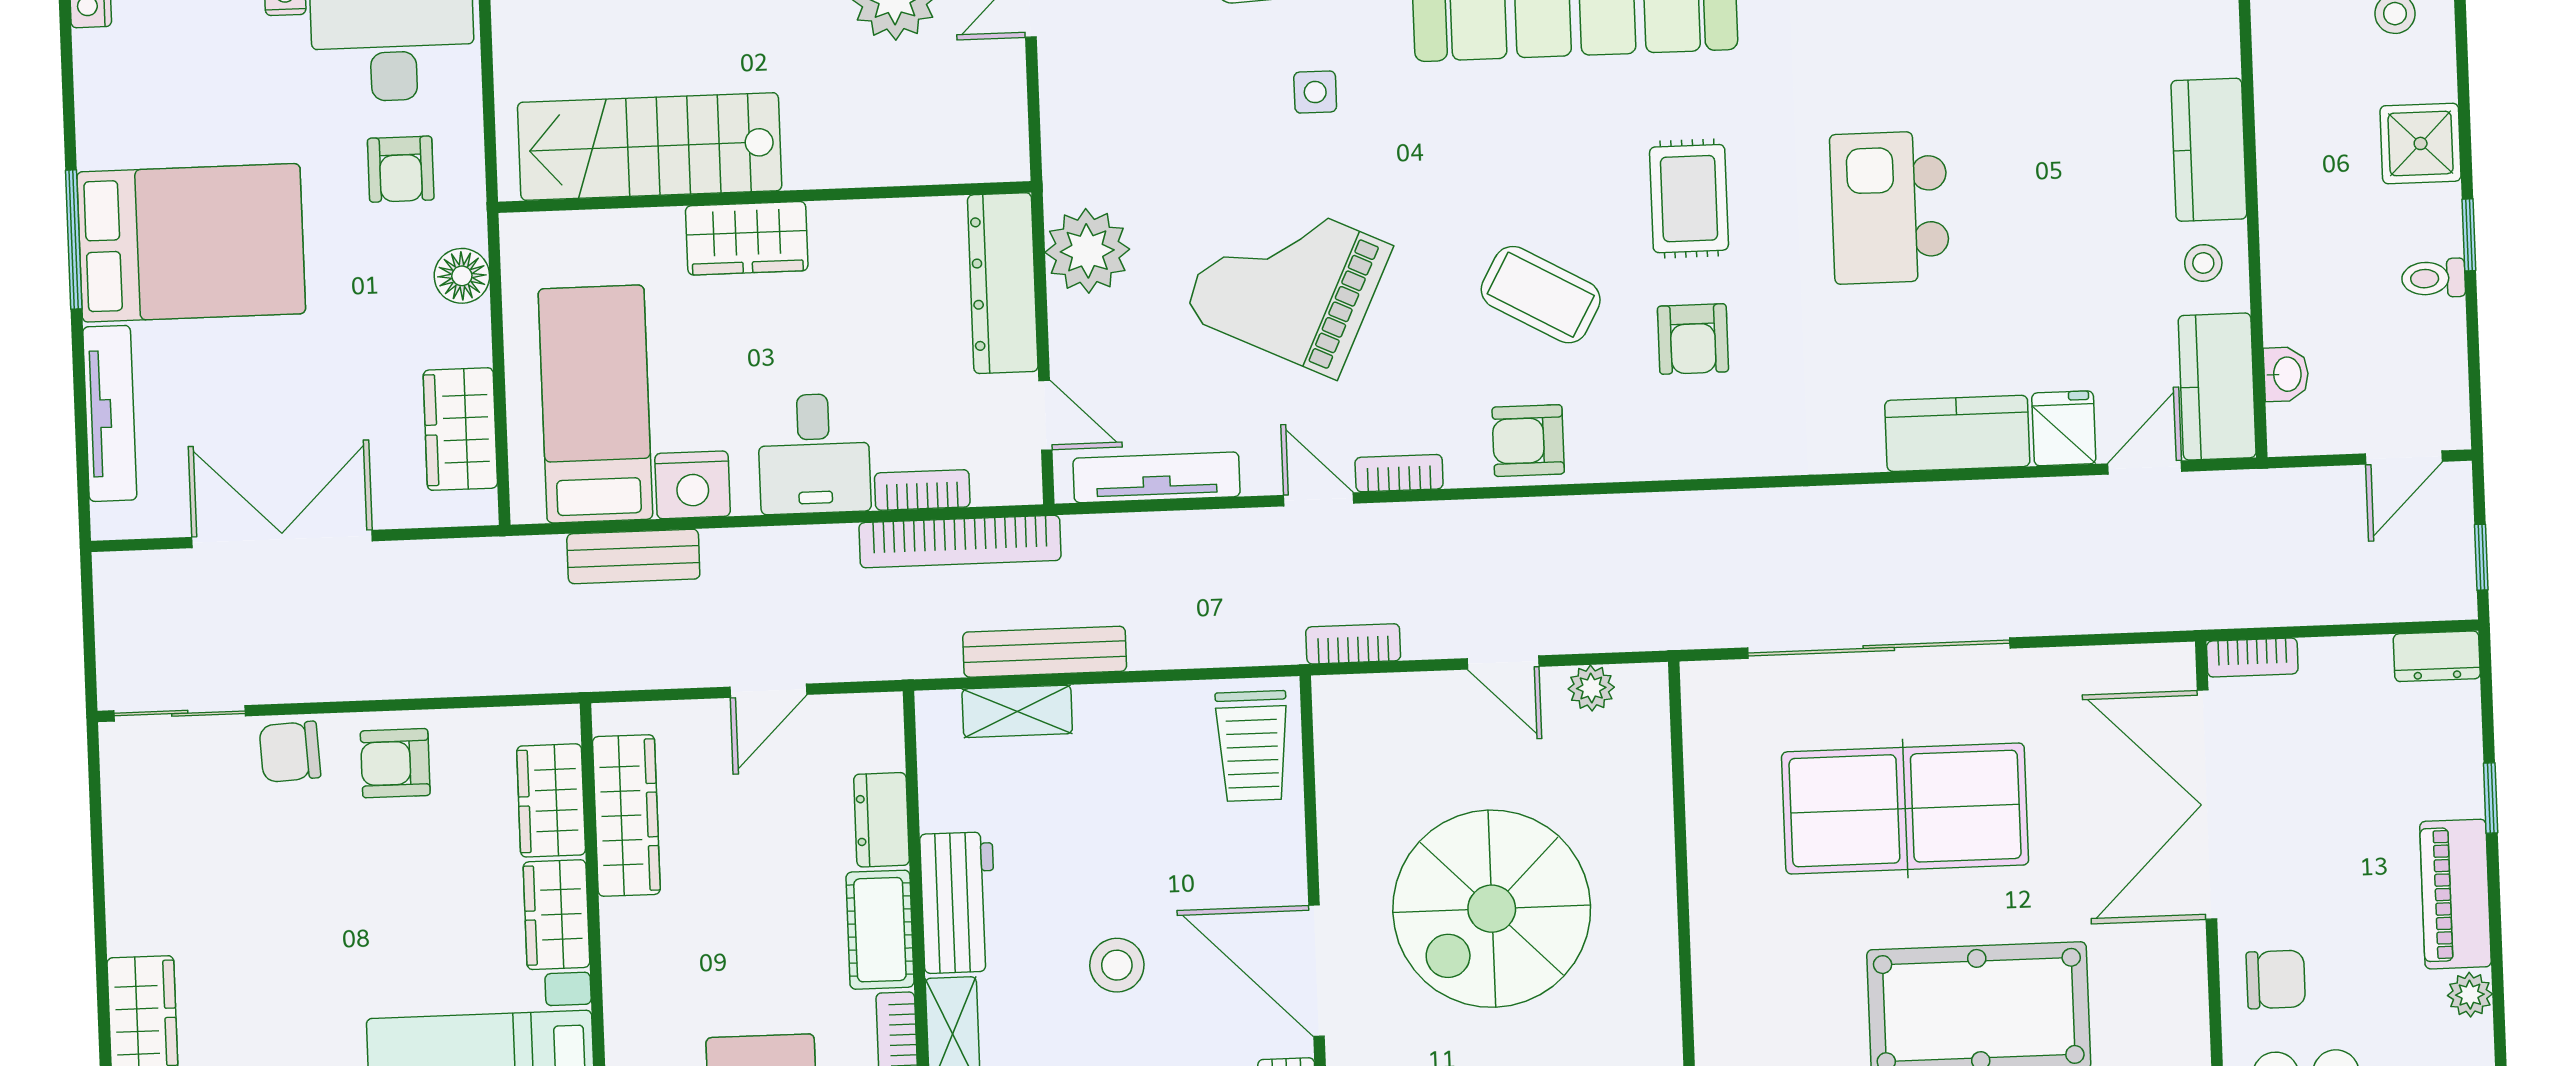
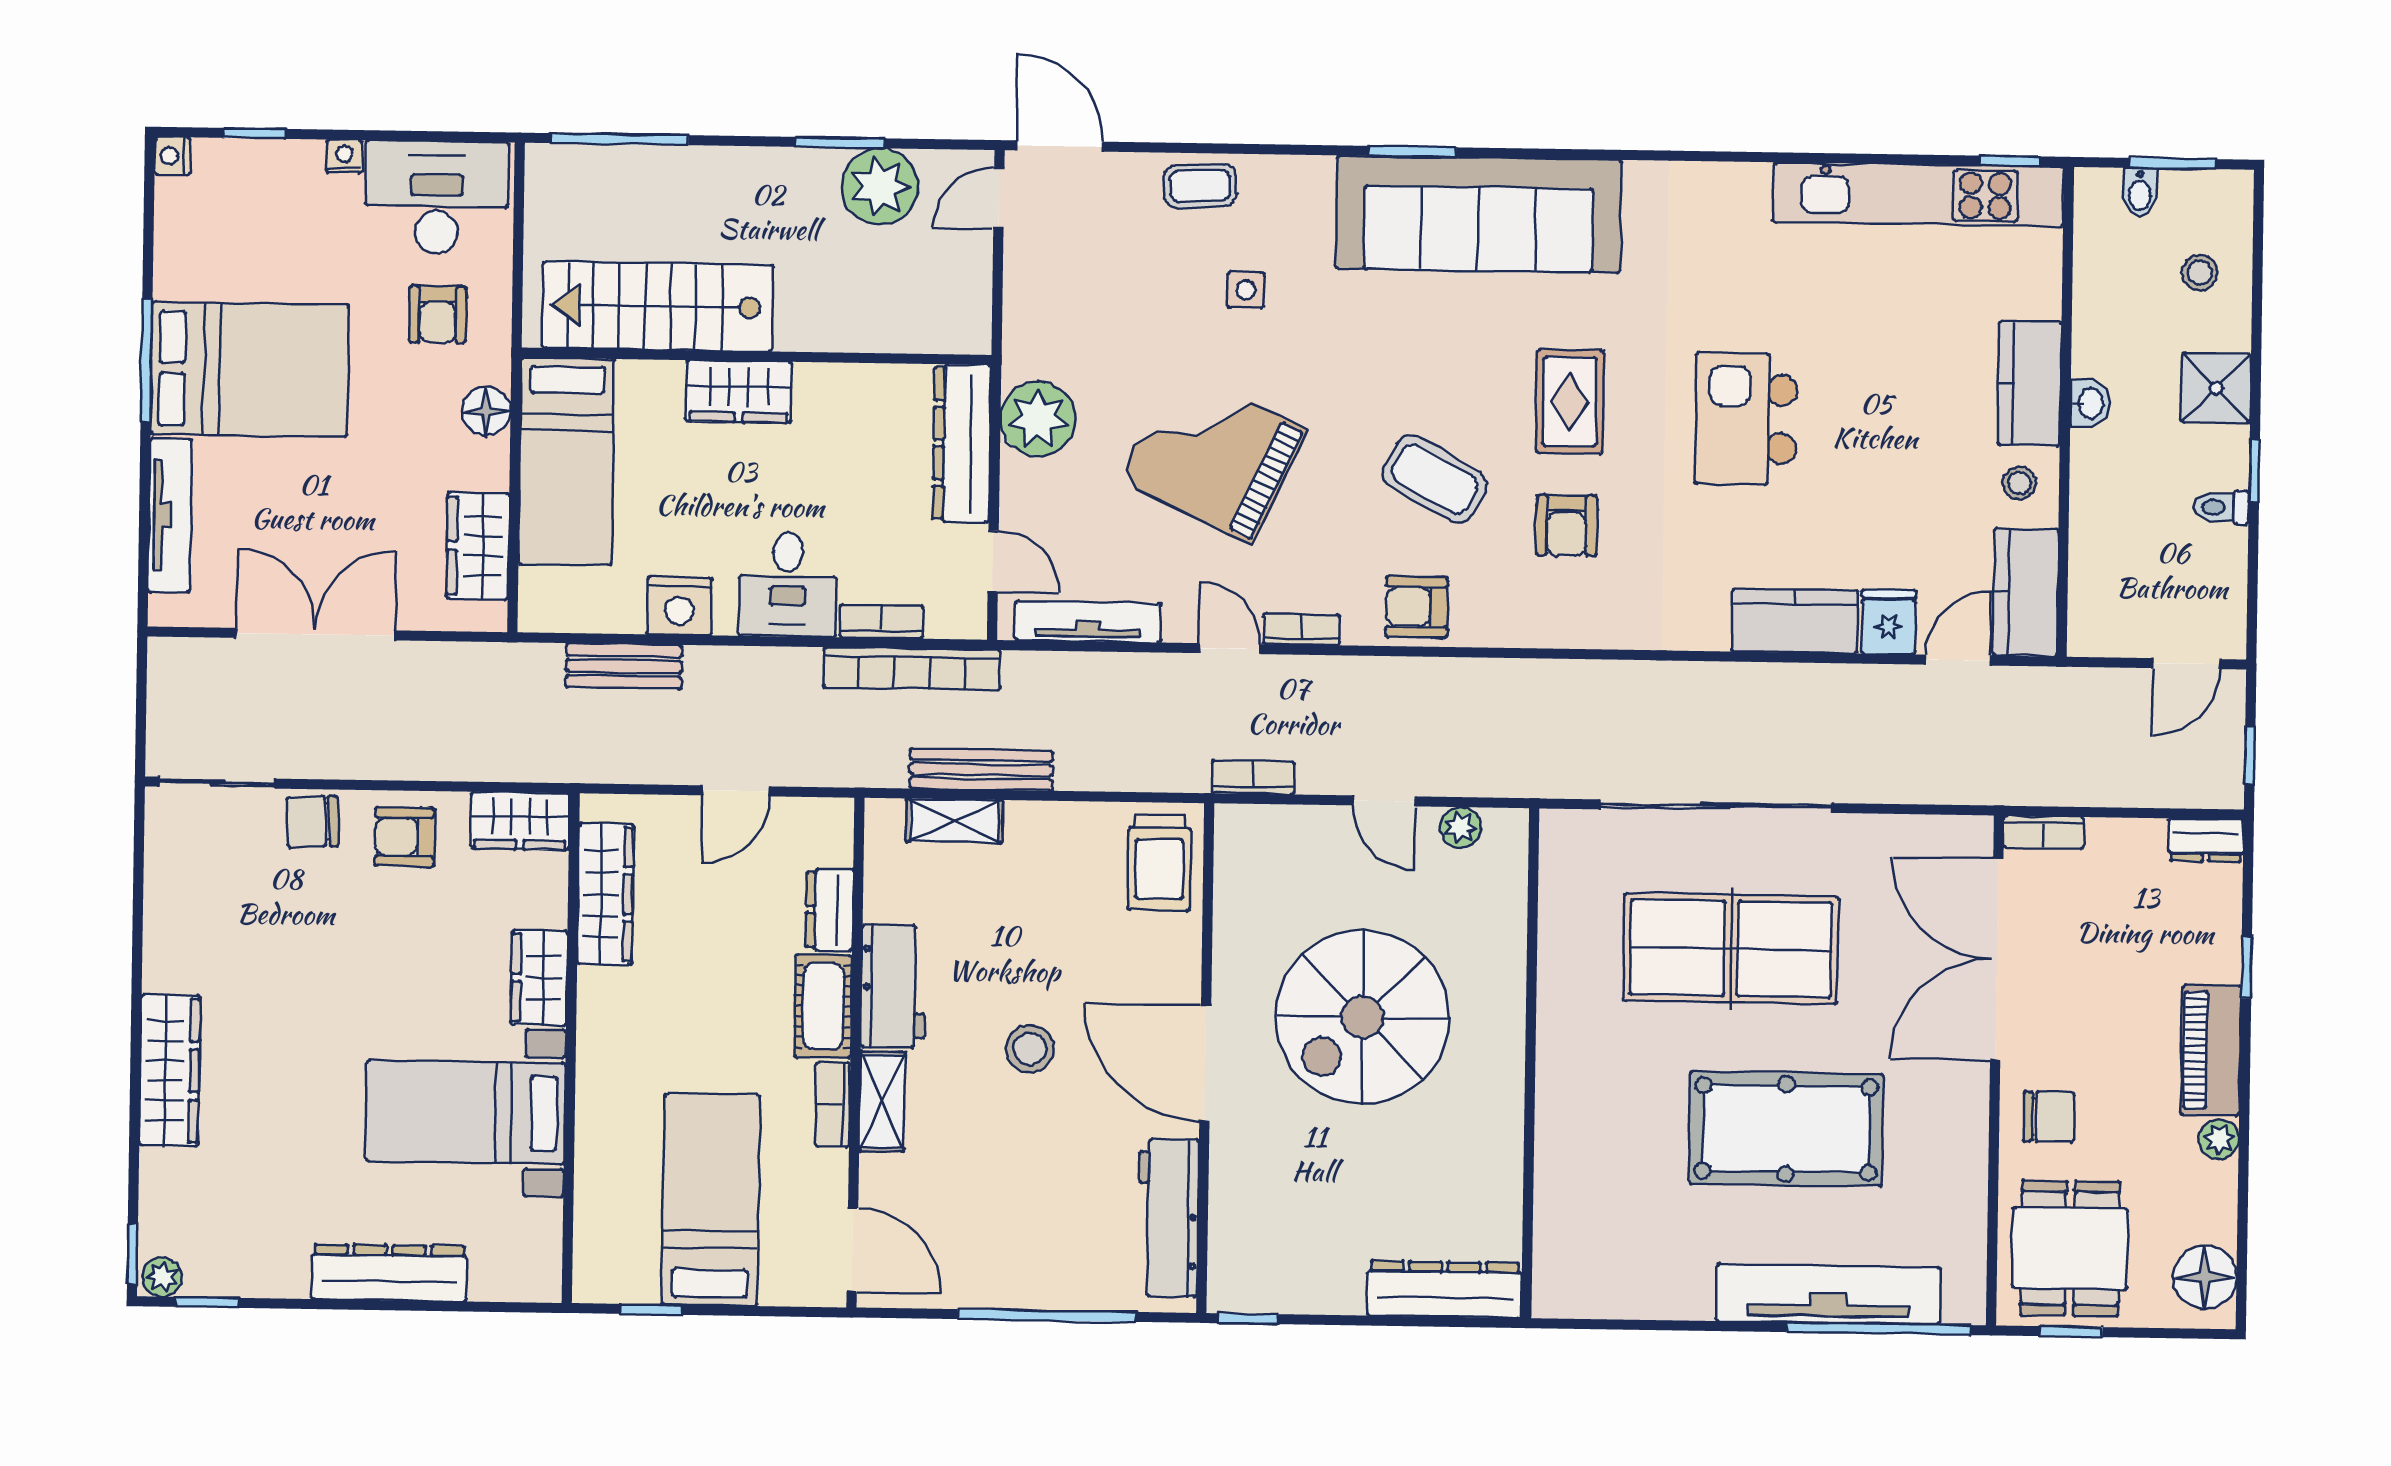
washbasin: (2286, 374) -> (2090, 403), moved
bed: (595, 404) -> (566, 462), moved, turned 180
wardrobe: (551, 800) -> (520, 821), moved, turned -90

